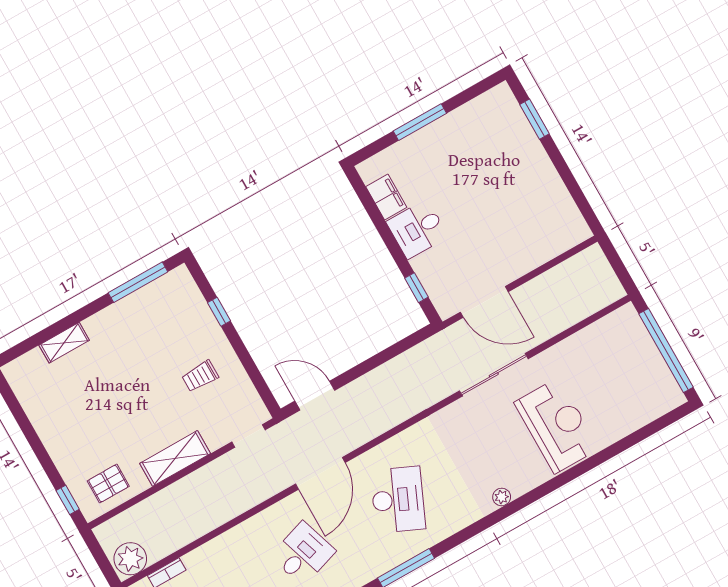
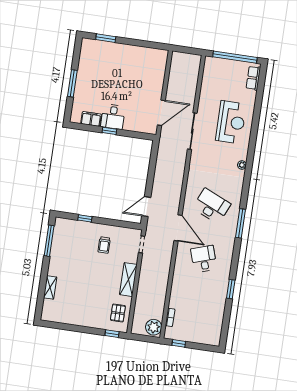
window: (417, 288) -> (109, 131), moved
row of seats: (656, 406) -> (253, 78), added
reception desk: (557, 426) -> (231, 122), turned 90

